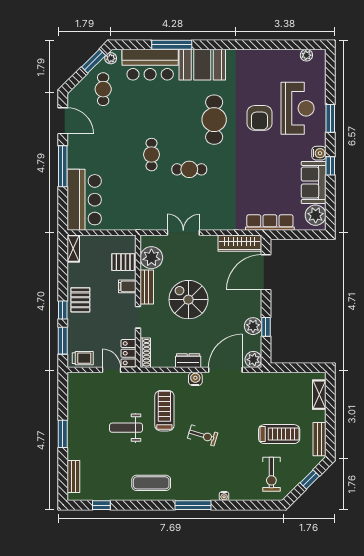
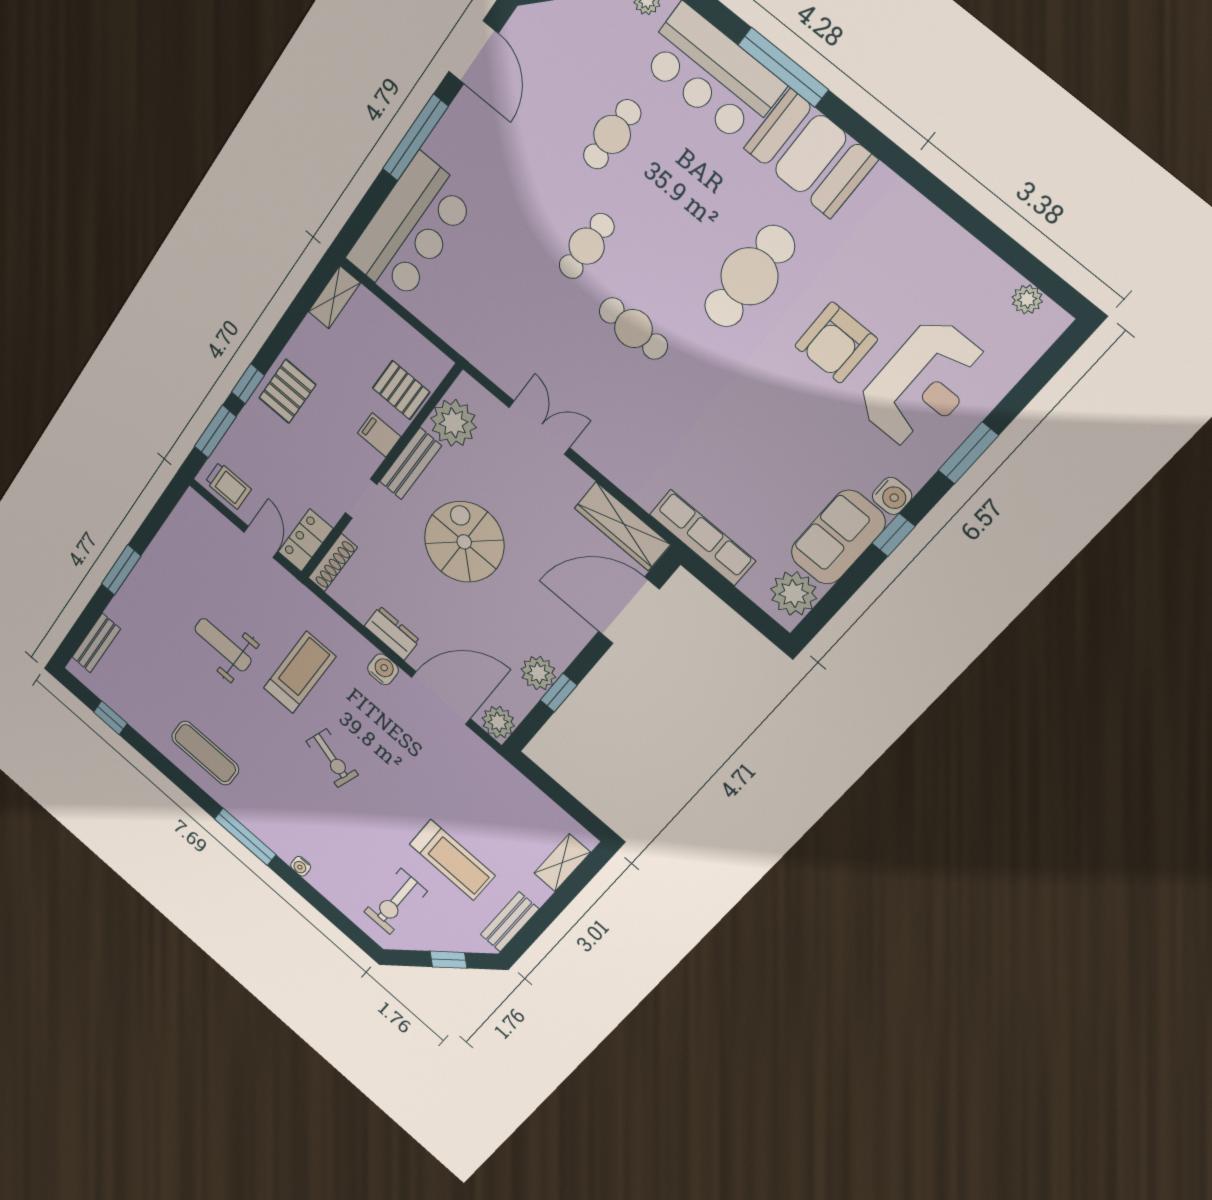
cafe table: (103, 89) -> (612, 134), moved

